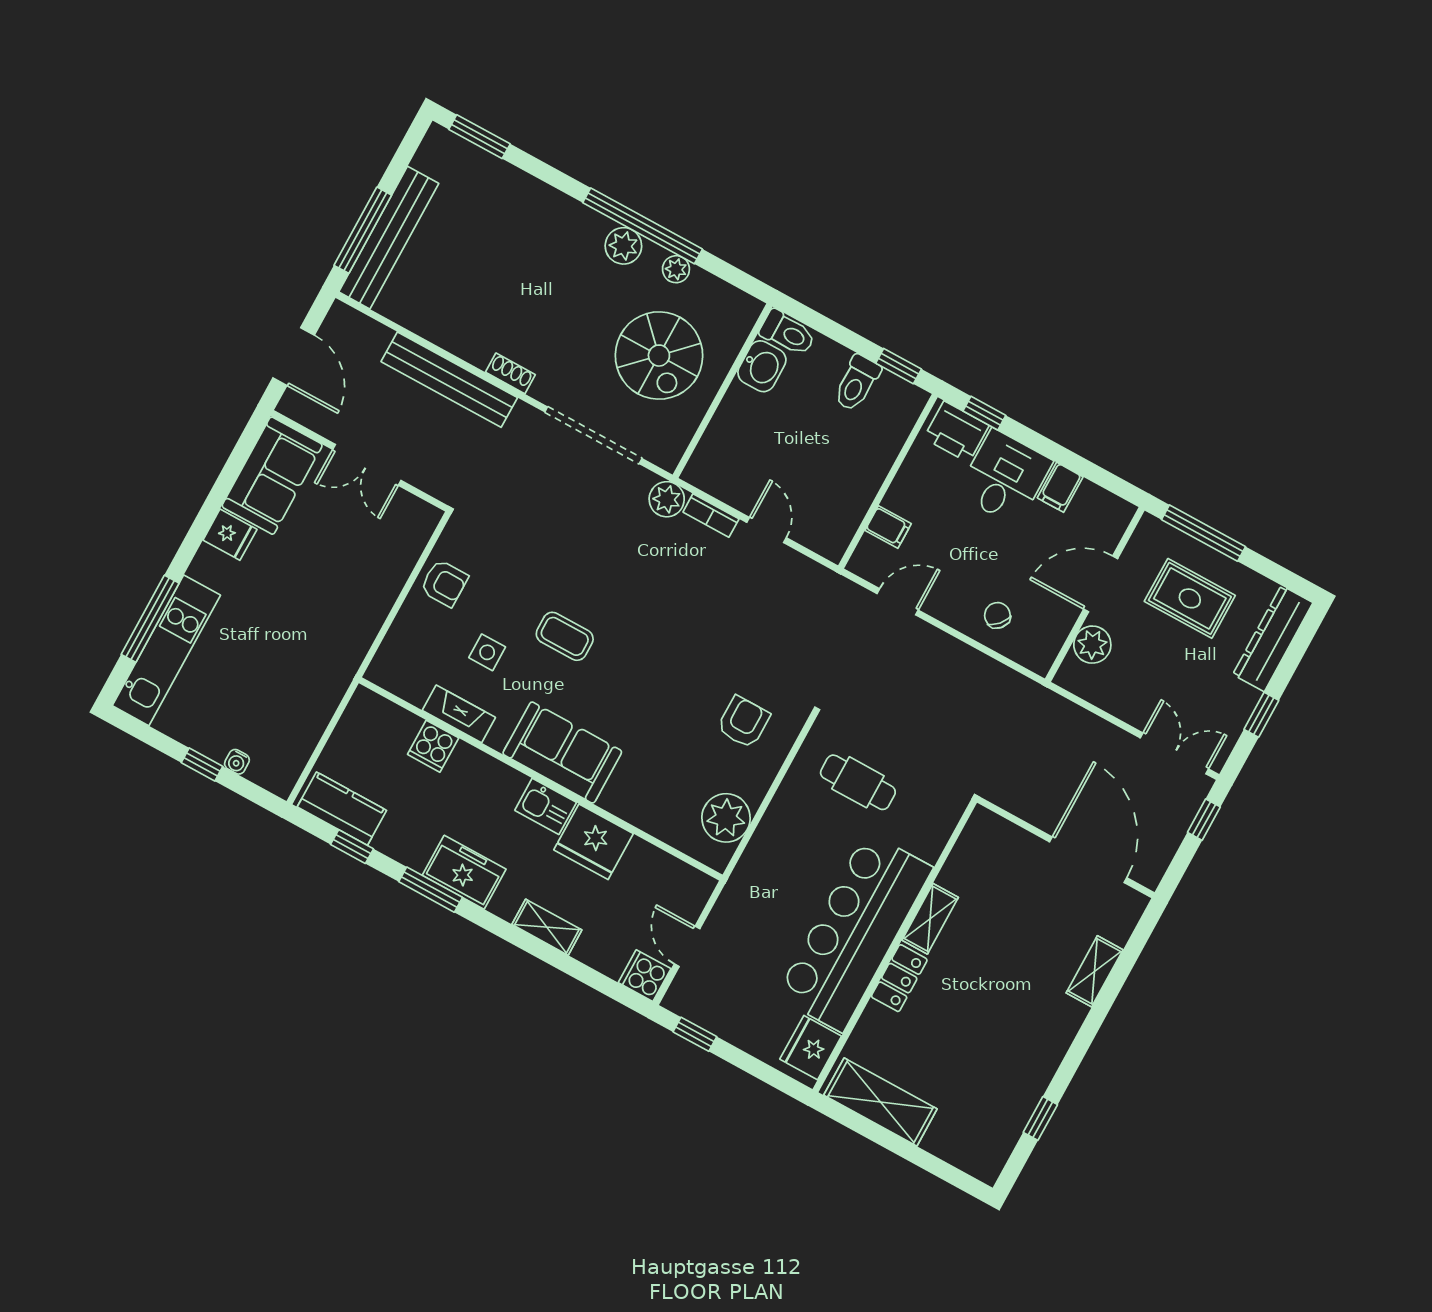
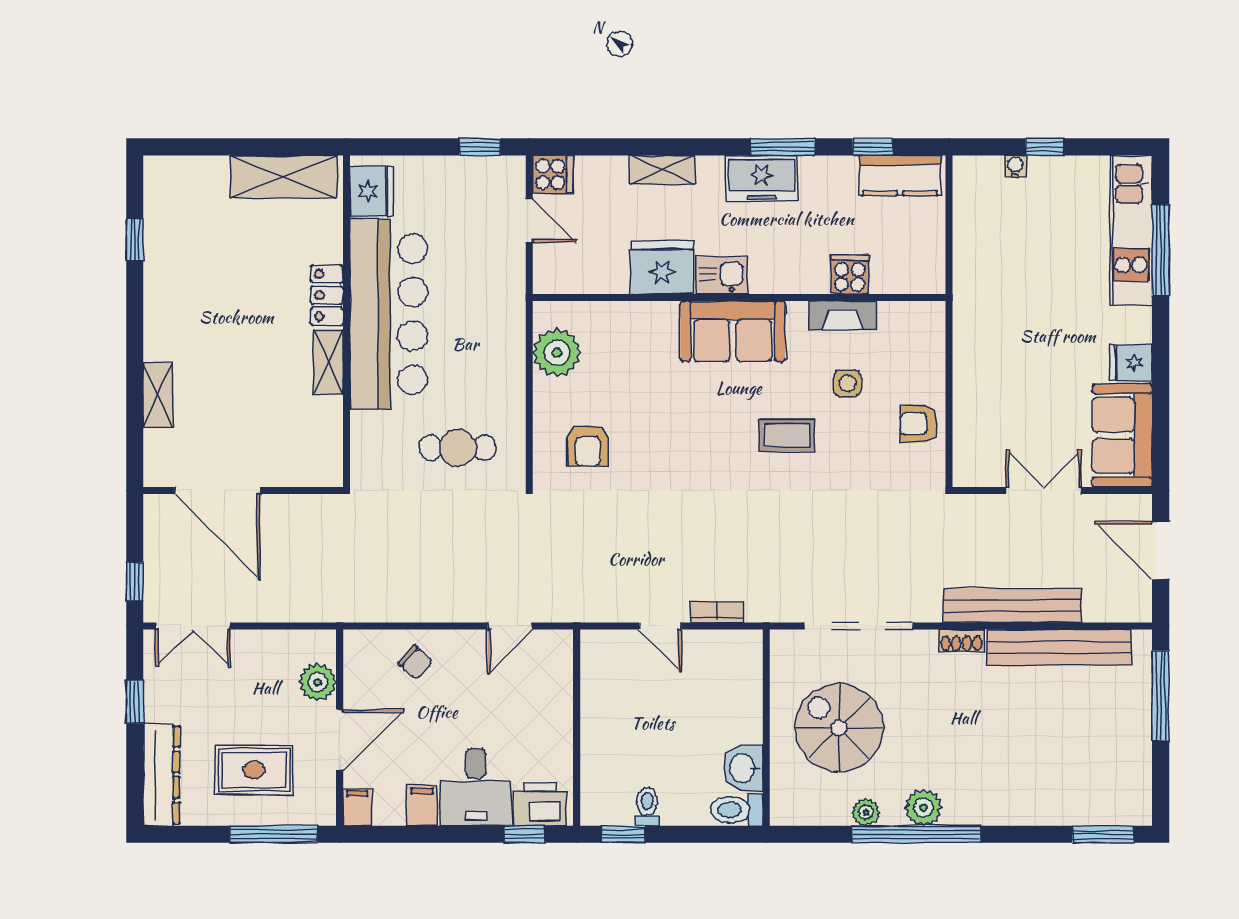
bench: (389, 238) -> (1059, 647), moved, turned 90
toilet: (857, 383) -> (647, 807), width x0.73, depth x0.72
plant: (667, 499) -> (763, 605), removed
filing cabinet: (888, 527) -> (357, 807), moved, turned 90

